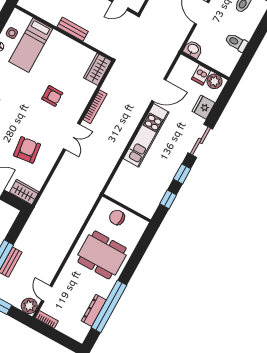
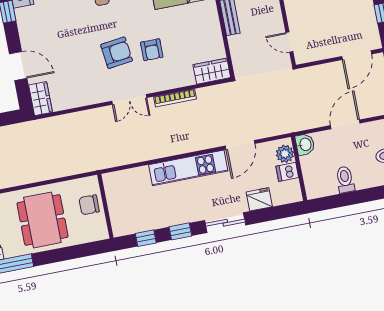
plant: (215, 81) -> (285, 154), moved
door: (159, 90) -> (240, 145), hinge flipped
armchair: (27, 150) -> (117, 53), moved
chair: (117, 218) -> (89, 205), turned -90

